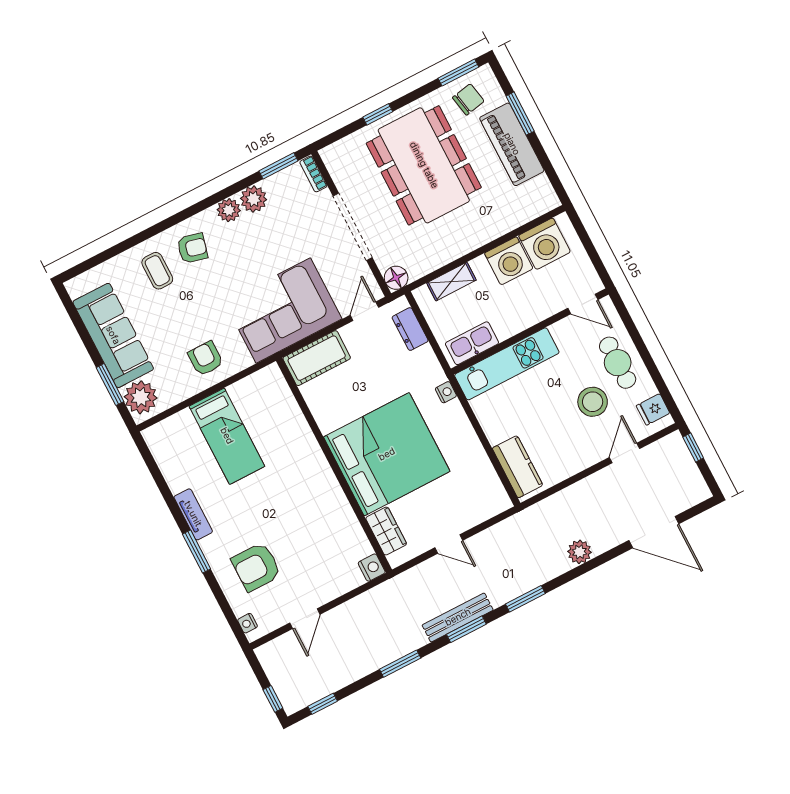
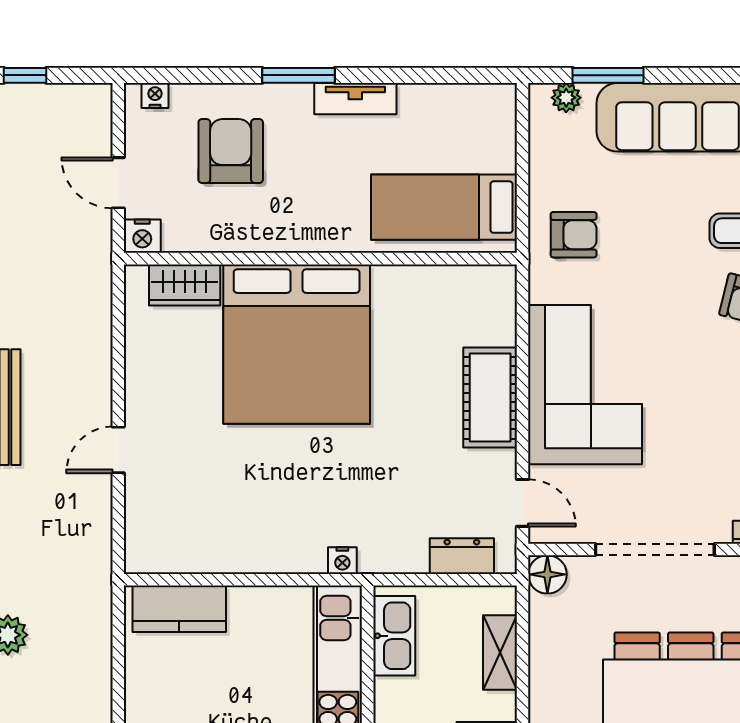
plant: (141, 397) -> (566, 98), width x0.53, depth x0.53
bed: (387, 454) -> (297, 344), moved
wall: (334, 465) -> (320, 259), moved
wardrobe: (386, 531) -> (185, 285), moved
nightstand: (372, 568) -> (142, 236), moved

